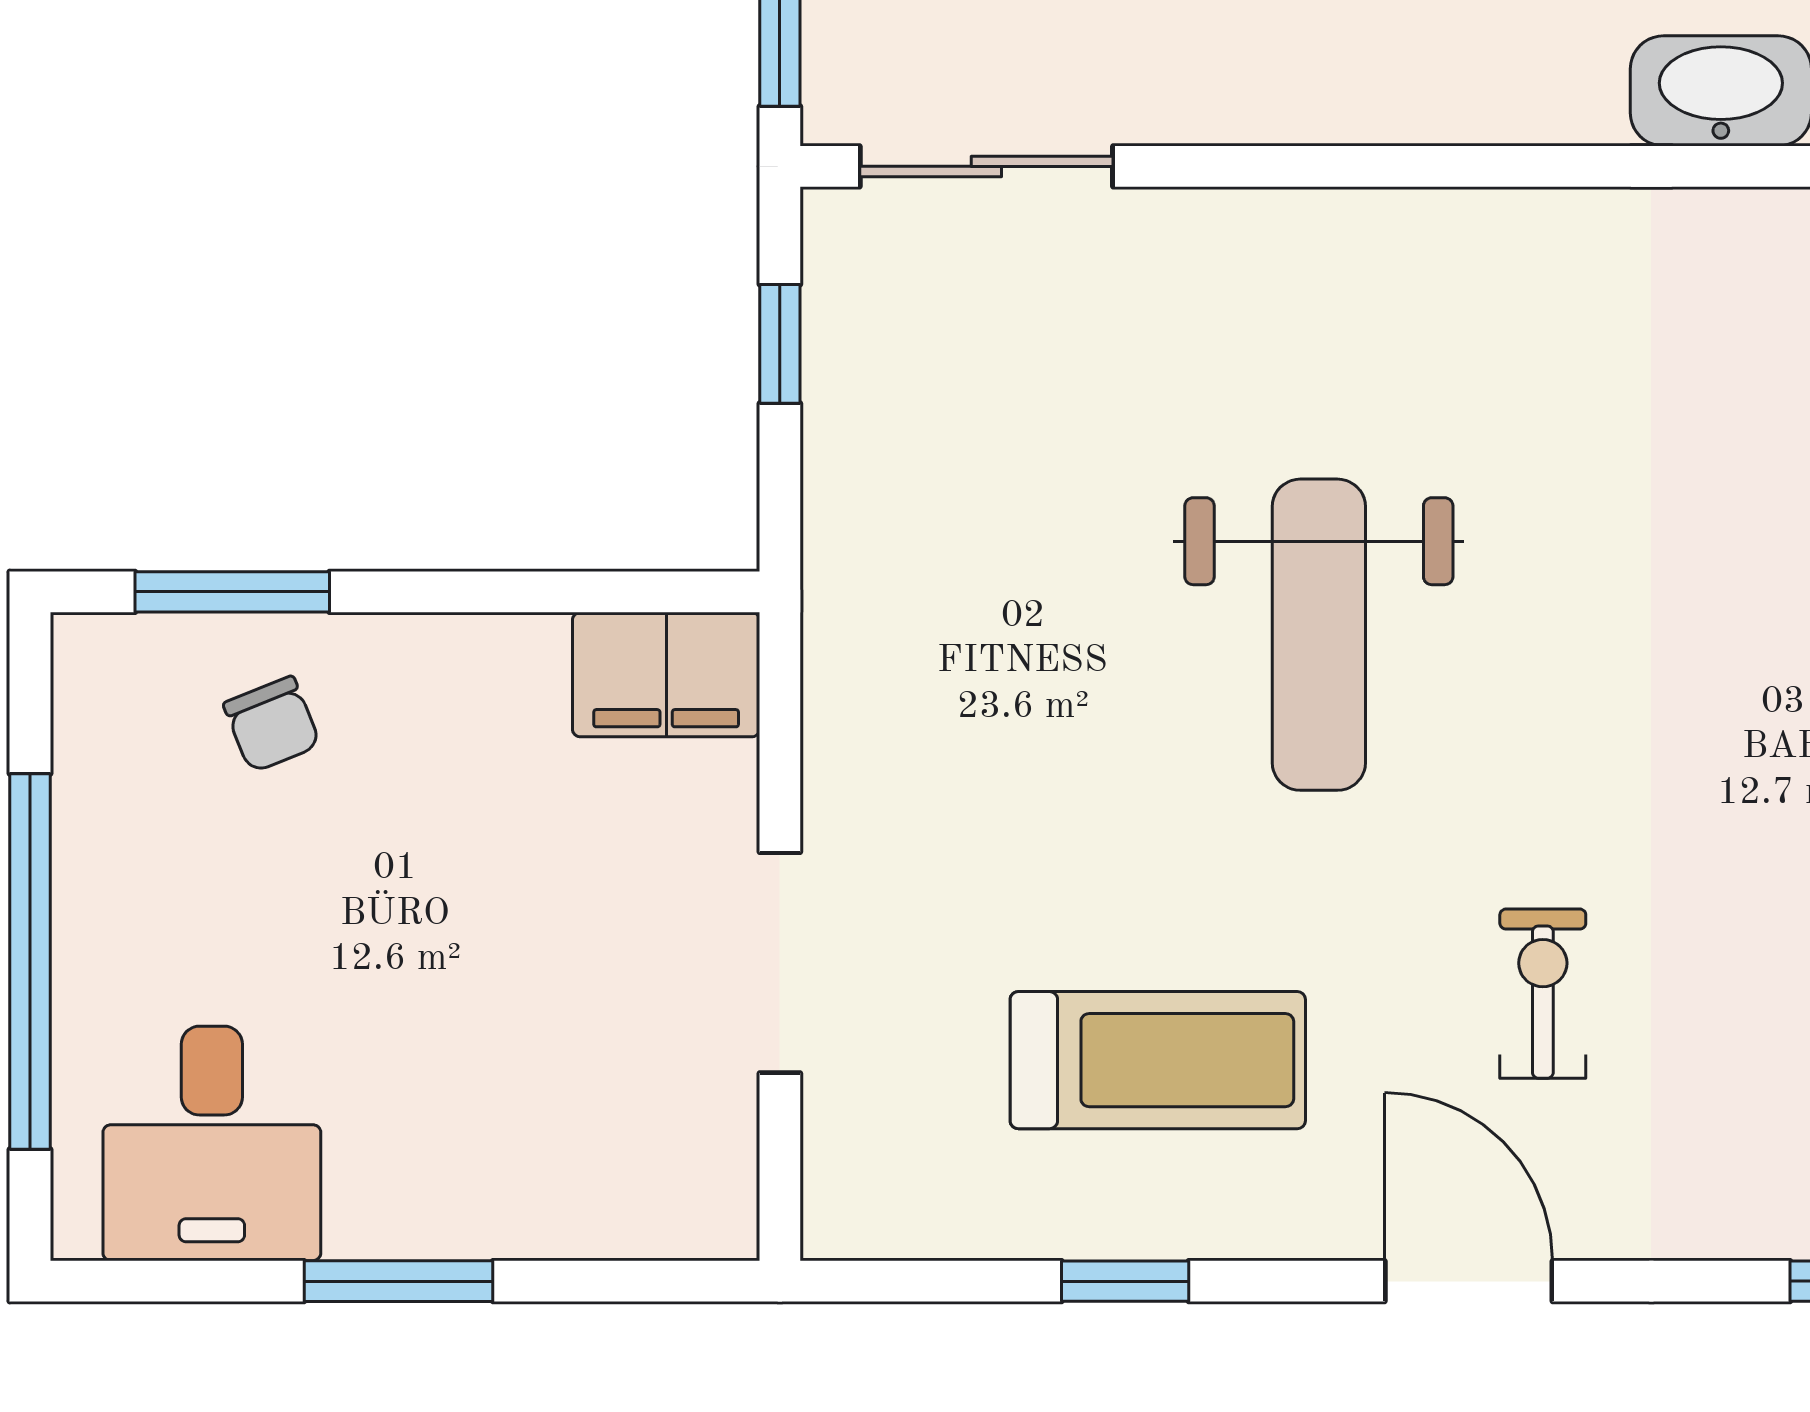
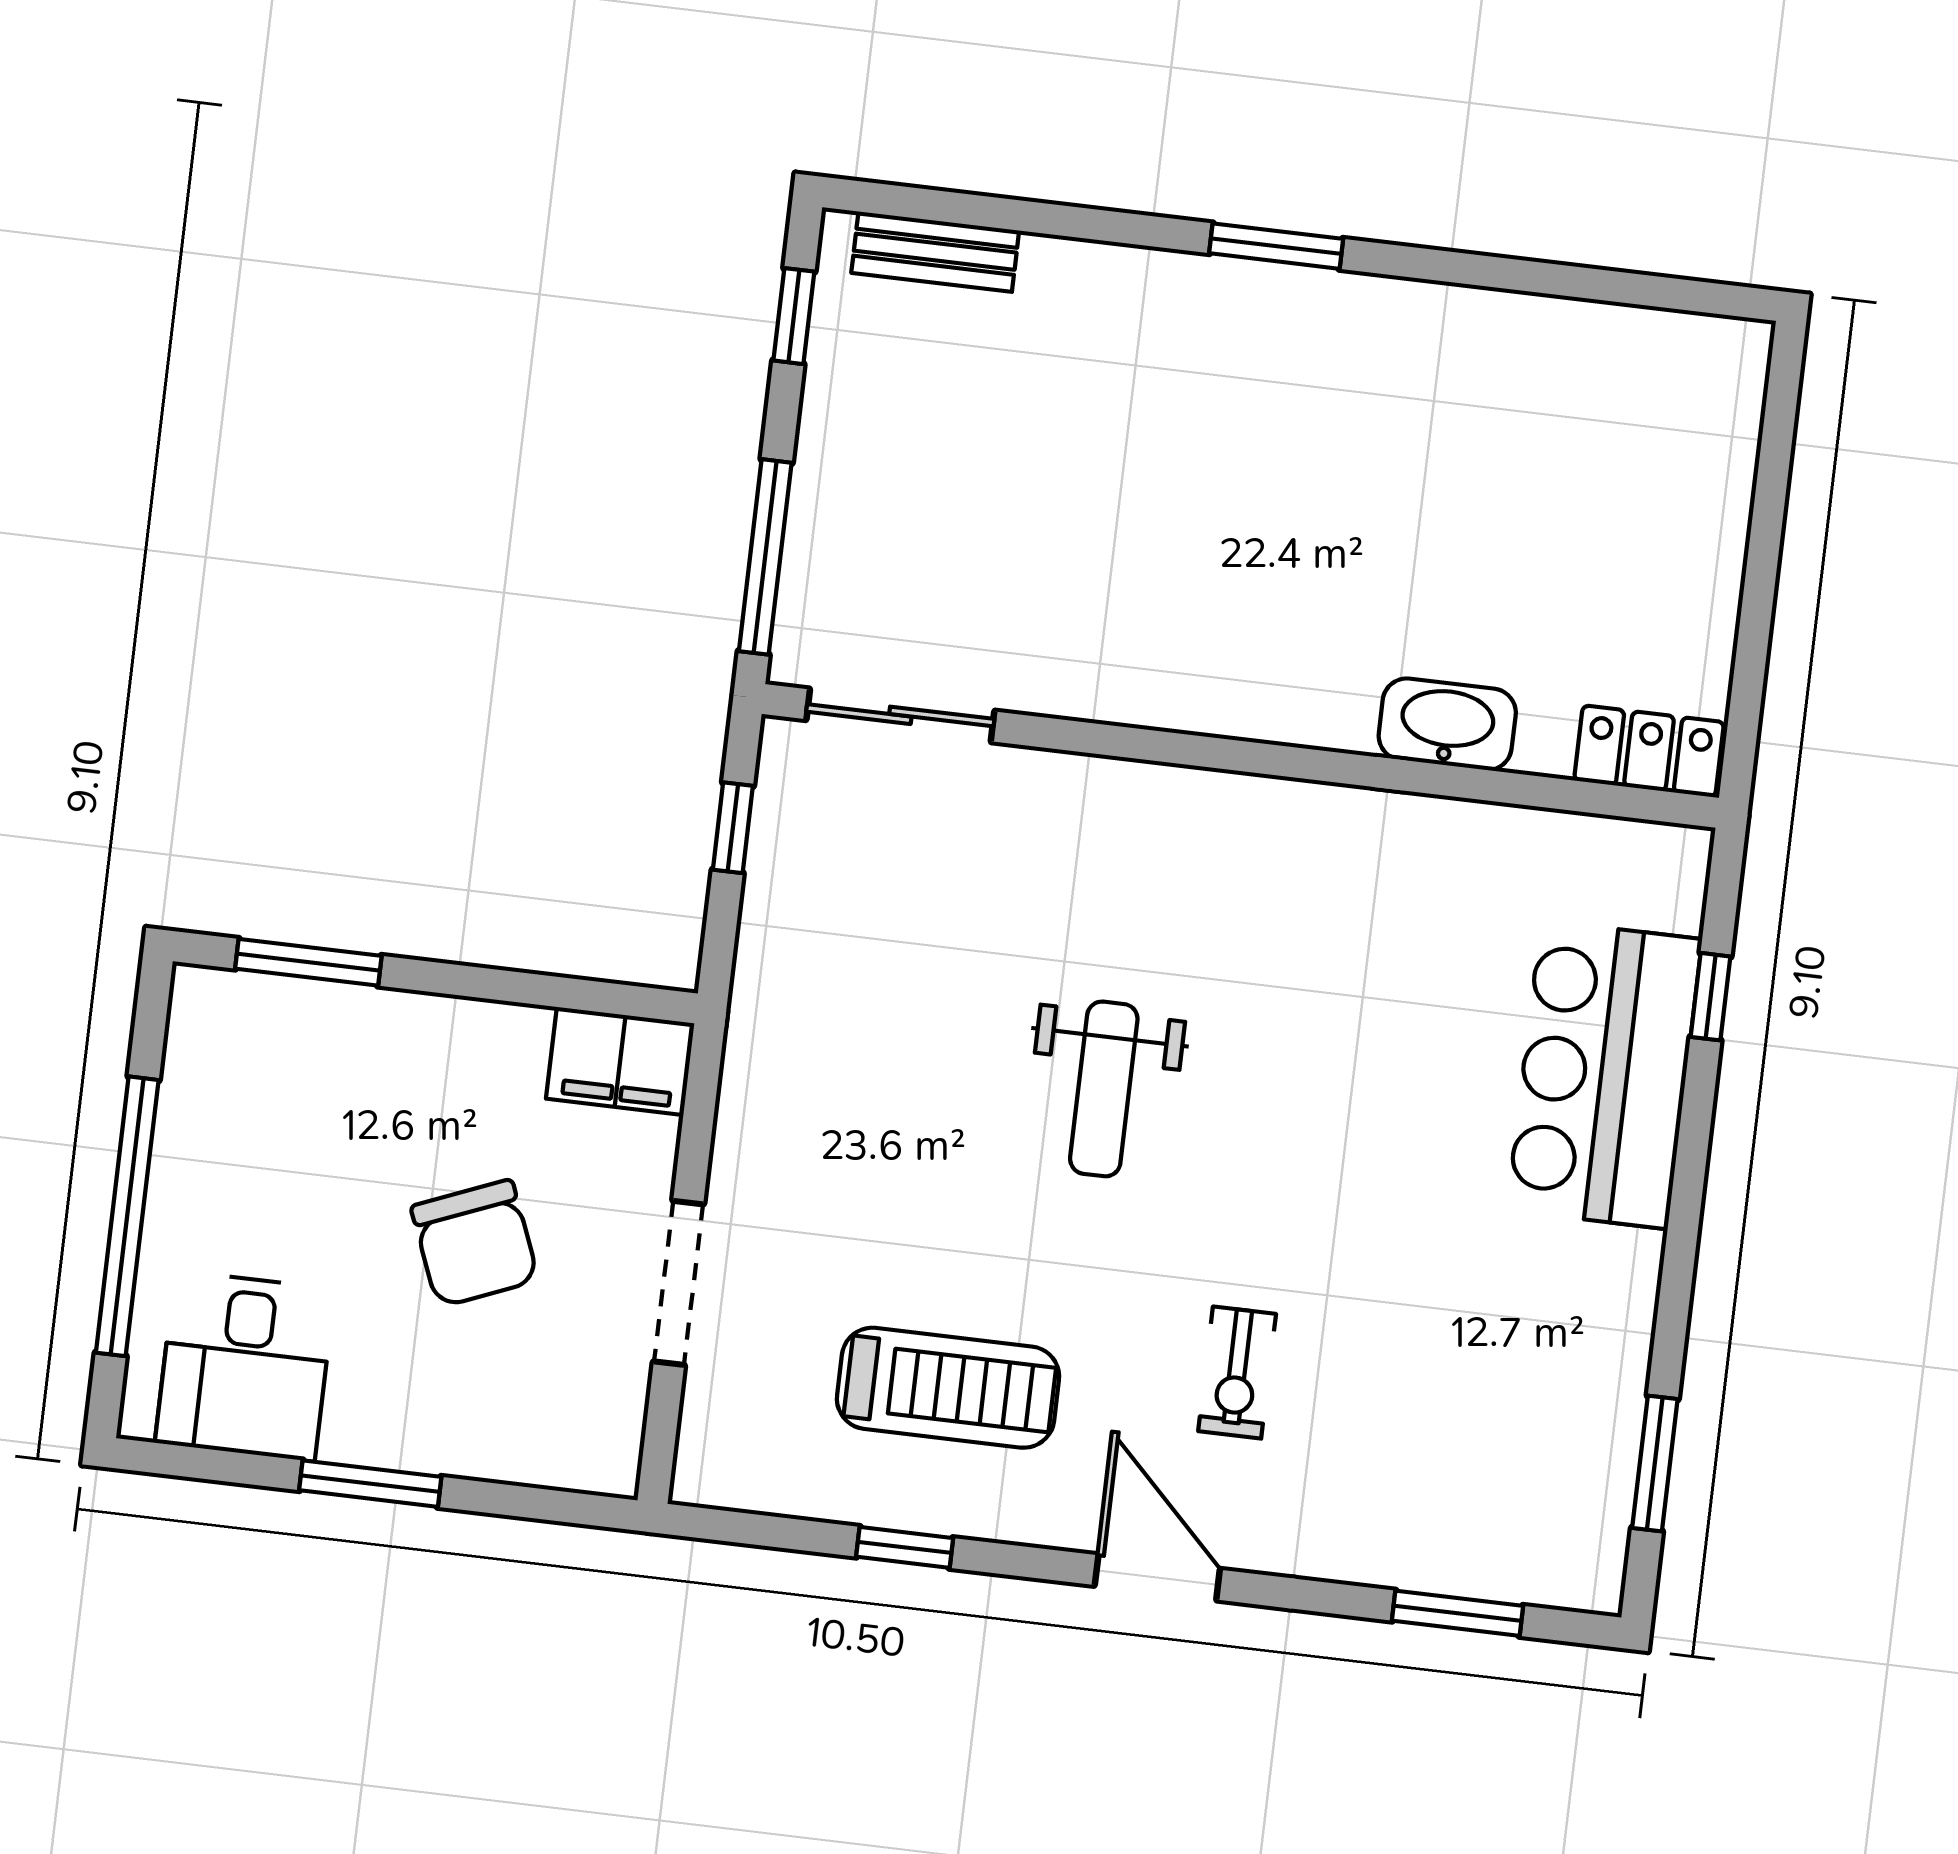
weight bench: (1319, 635) -> (1104, 1089), width x0.73, depth x0.75
chair: (272, 724) -> (475, 1243), moved, width x1.87, depth x1.87
exercise bike: (1543, 994) -> (1237, 1373), turned 180

